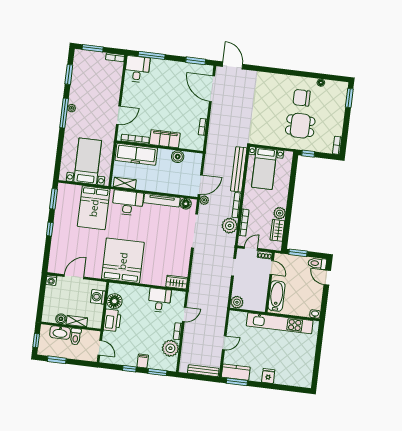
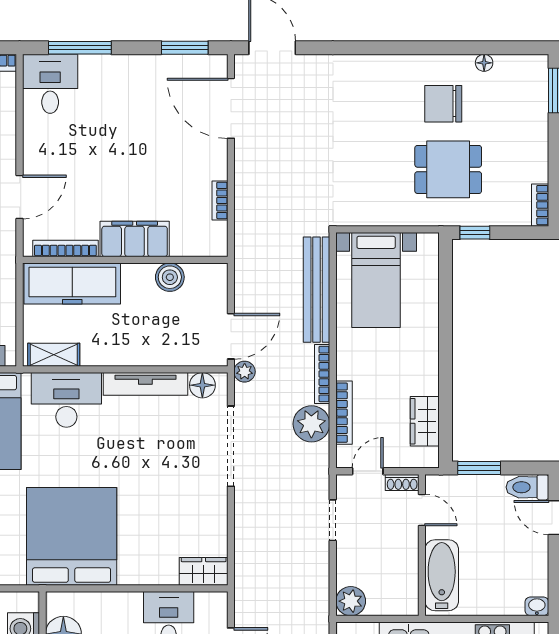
plant: (280, 213) -> (425, 380), removed

